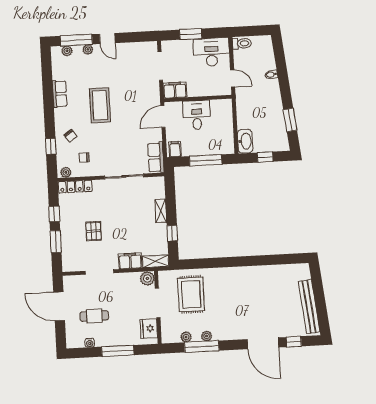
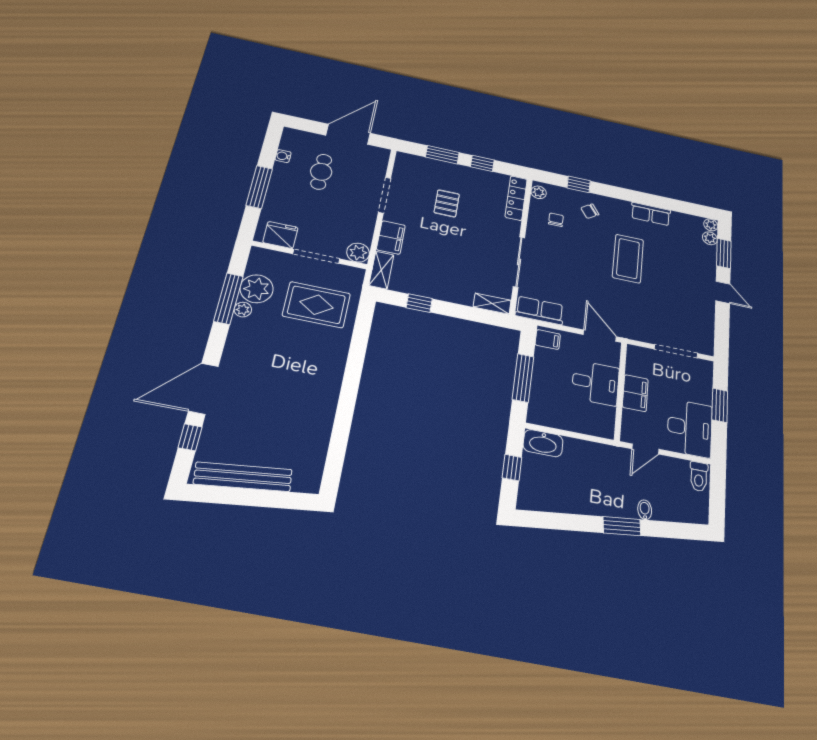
door: (107, 38) -> (723, 292), swing flipped
window: (76, 40) -> (724, 253), width x0.69
plant: (88, 49) -> (711, 225), moved
filing cabinet: (175, 90) -> (635, 393), moved
coffee table: (100, 105) -> (628, 259), turned 90
window: (290, 120) -> (622, 526), moved
shelving: (161, 211) -> (492, 304), moved
pallet: (94, 231) -> (447, 203), turned 90
plant: (186, 337) -> (257, 289), width x1.88, depth x1.88

